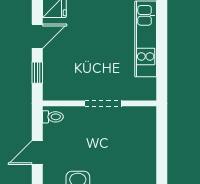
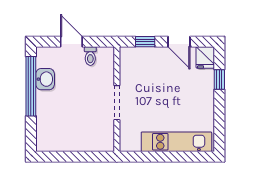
toilet: (53, 117) -> (90, 56), moved

